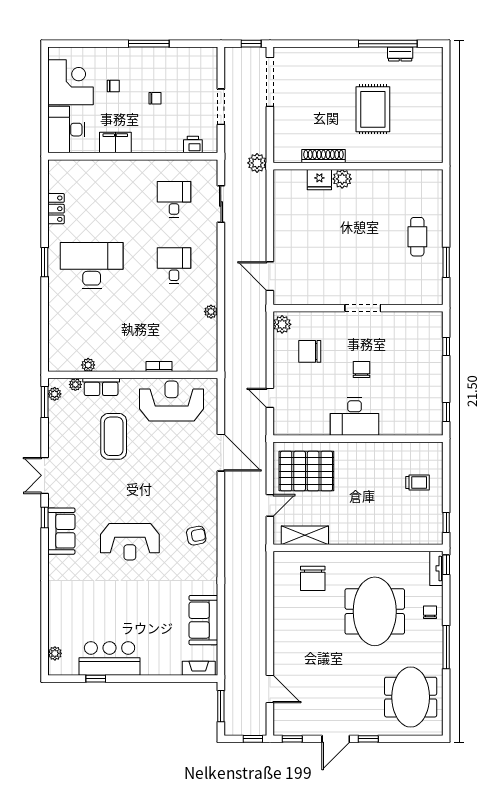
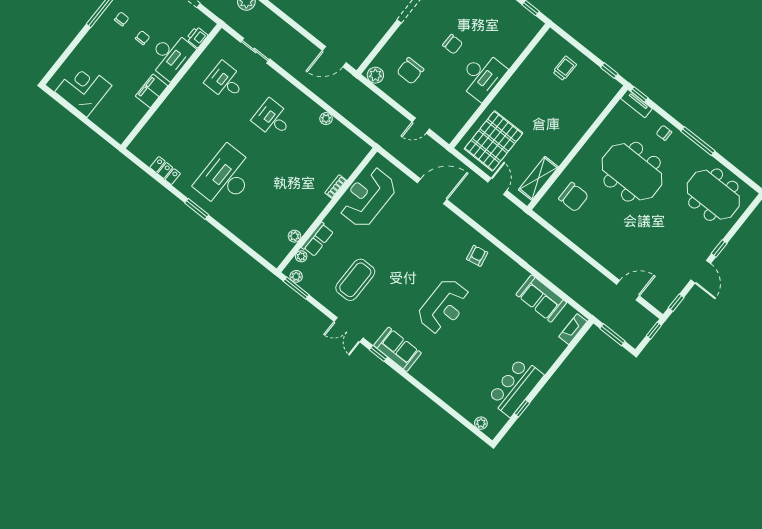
chair: (113, 86) -> (122, 19), moved
desk: (66, 130) -> (171, 55), moved, turned -90
chair: (362, 370) -> (453, 44), turned 180
coffee table: (114, 436) -> (355, 280), moved, turned 90

